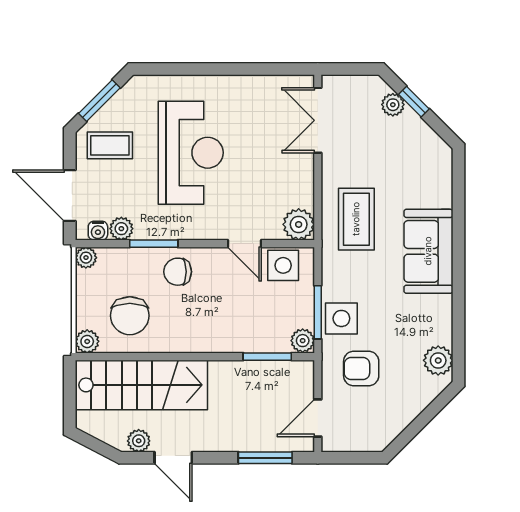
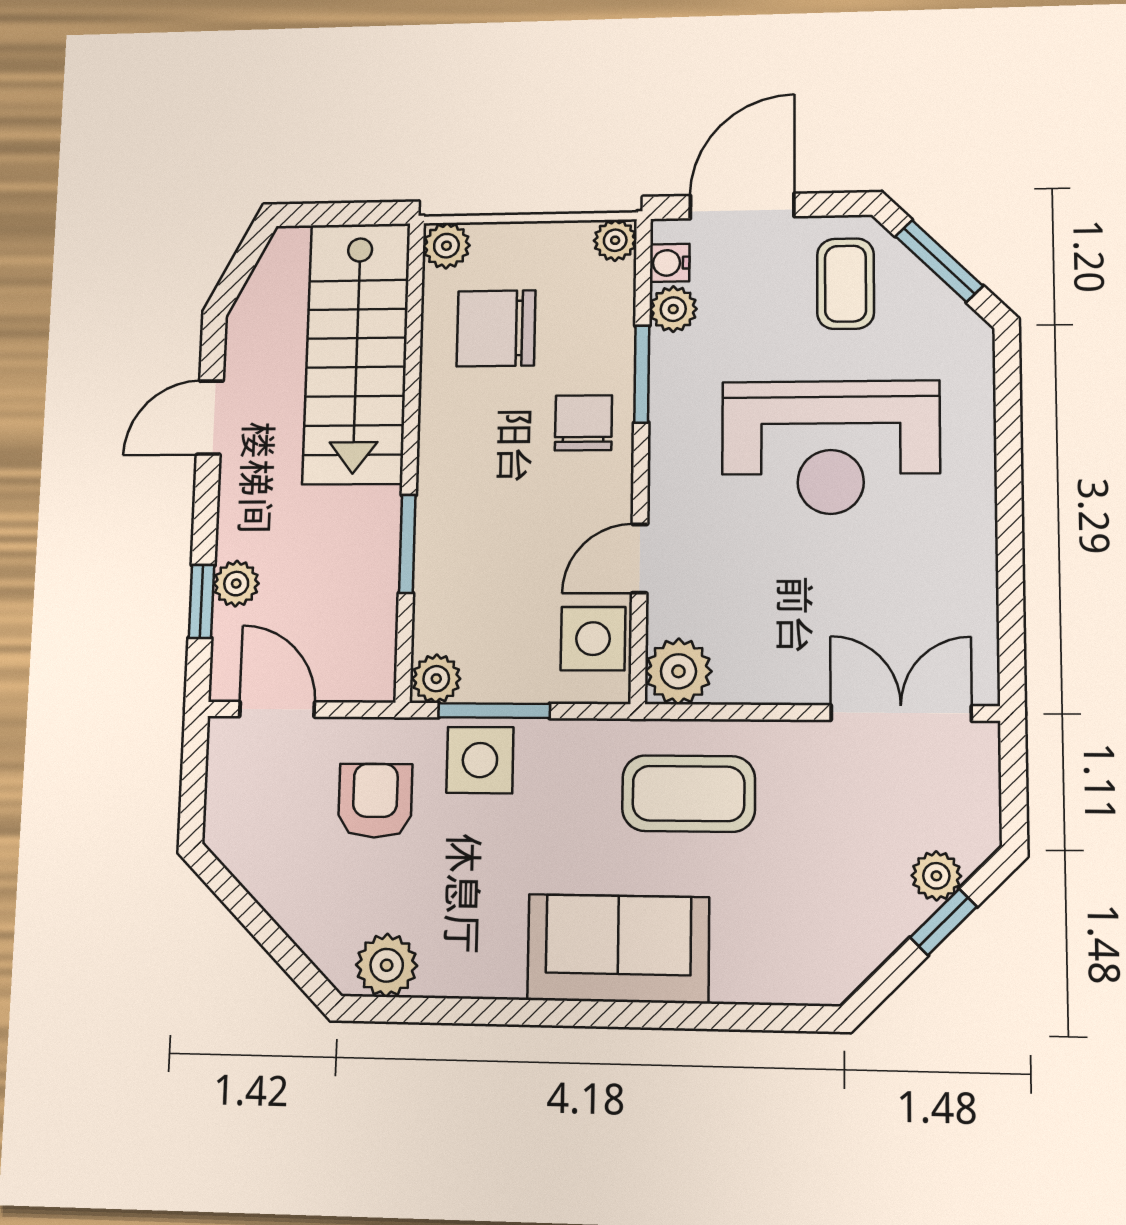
window: (267, 357) -> (407, 544), moved
plant: (139, 441) -> (236, 584), moved
window: (265, 458) -> (202, 601), width x0.67

